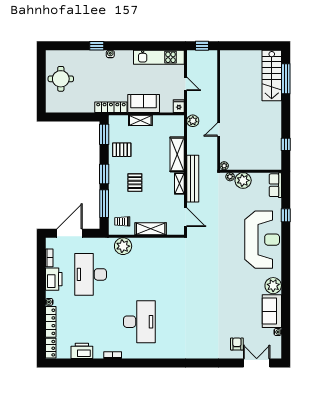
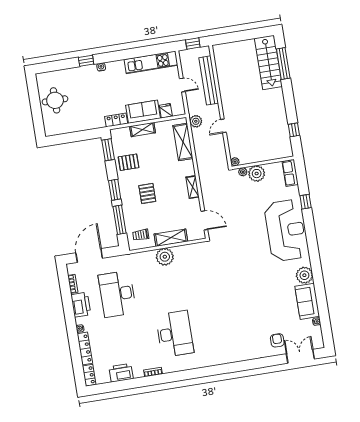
fridge: (179, 106) -> (166, 111), moved
locker: (111, 107) -> (116, 120), width x0.66
shelving: (177, 154) -> (183, 142), moved
bench: (193, 179) -> (209, 80), moved
plant: (123, 246) -> (165, 257), moved

